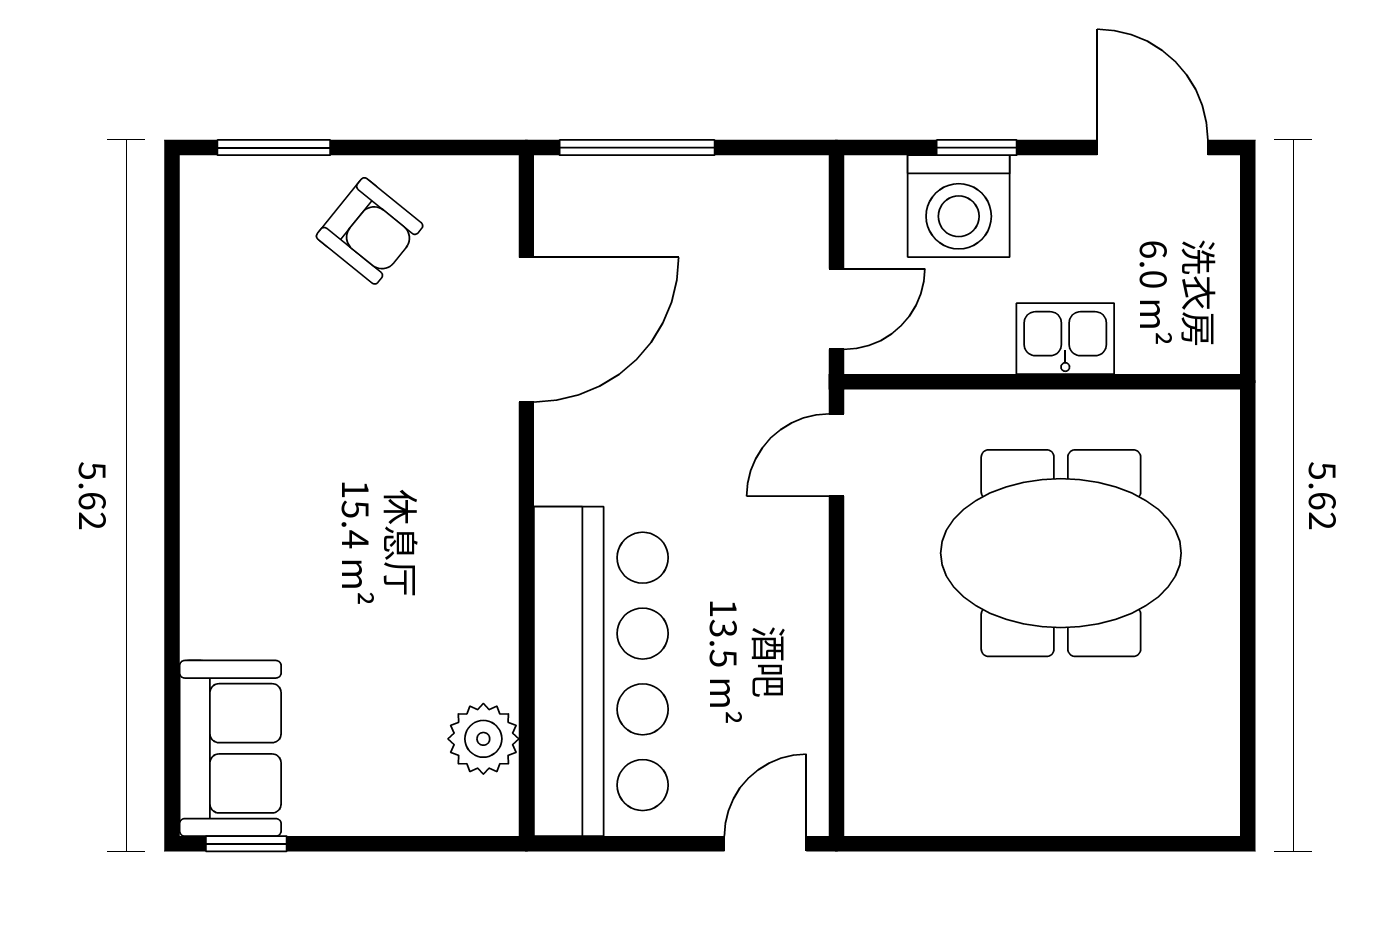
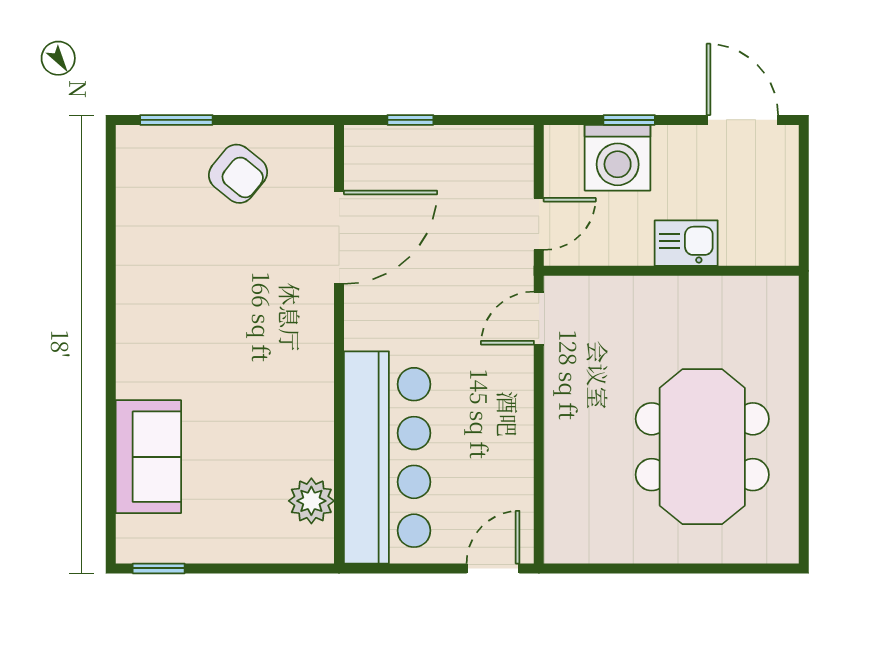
window: (637, 148) -> (410, 120), width x0.46
meeting table: (1061, 553) -> (702, 447), moved, turned 90
sofa: (230, 748) -> (148, 457), moved

